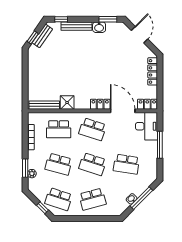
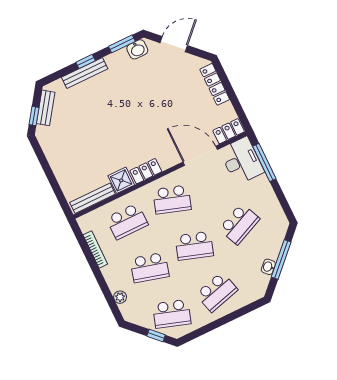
window: (61, 19) -> (86, 61), moved
washbasin: (99, 27) -> (137, 49), moved
door: (140, 35) -> (174, 44), hinge flipped
locker: (100, 104) -> (146, 171), moved
window: (160, 145) -> (264, 162), moved
school desk: (126, 164) -> (239, 224), turned -33
window: (25, 168) -> (108, 294), removed

